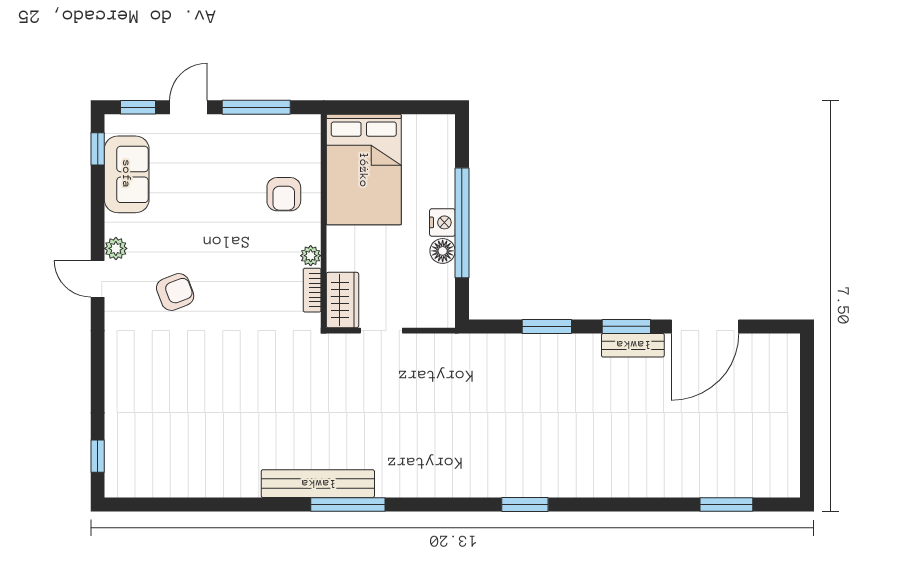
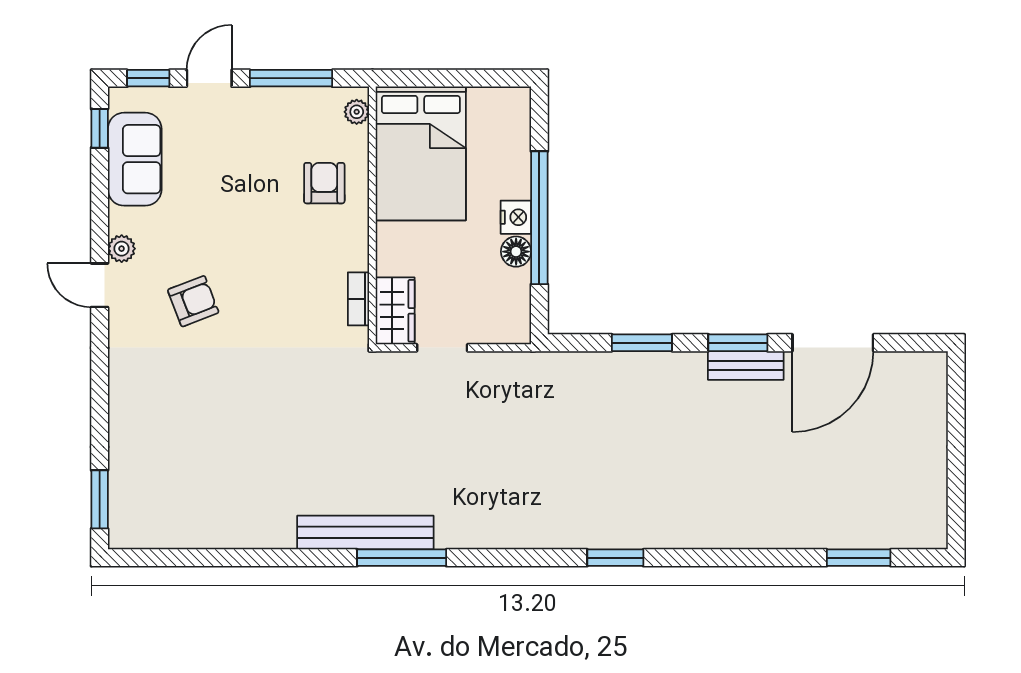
armchair: (284, 194) -> (324, 183), turned 180
plant: (311, 256) -> (357, 112), moved
window: (98, 456) -> (100, 499), width x1.50

